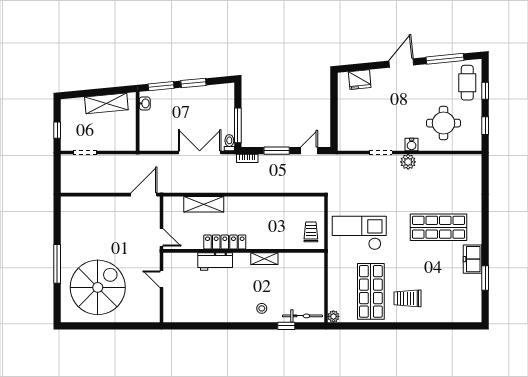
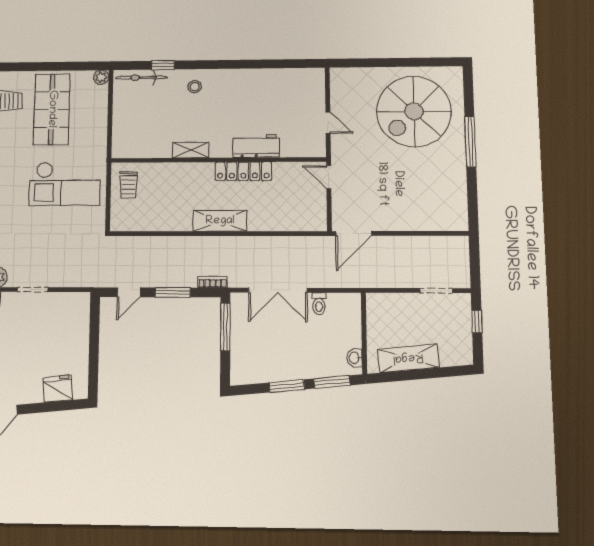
toilet: (229, 143) -> (319, 304), moved
shelving: (204, 204) -> (220, 221), moved

